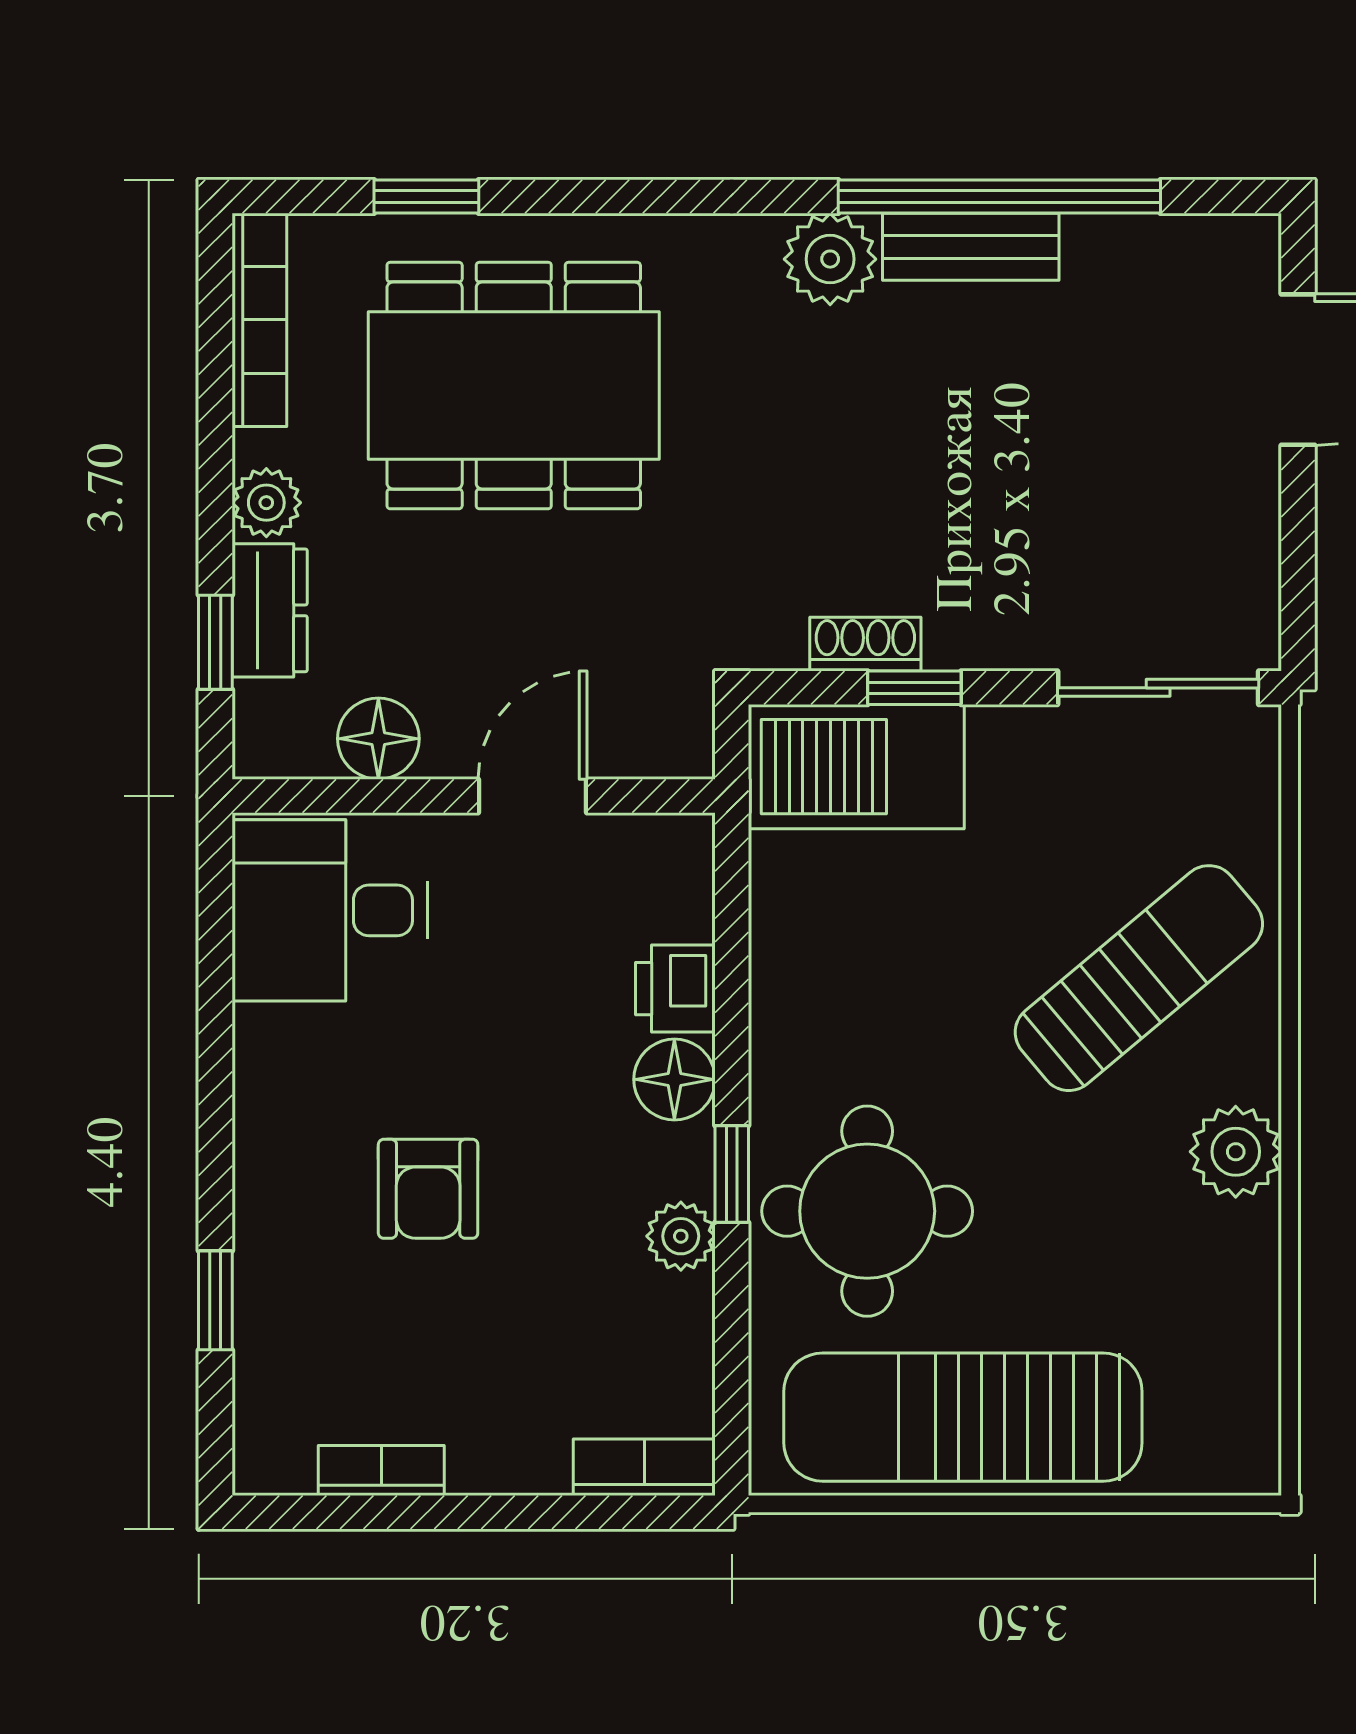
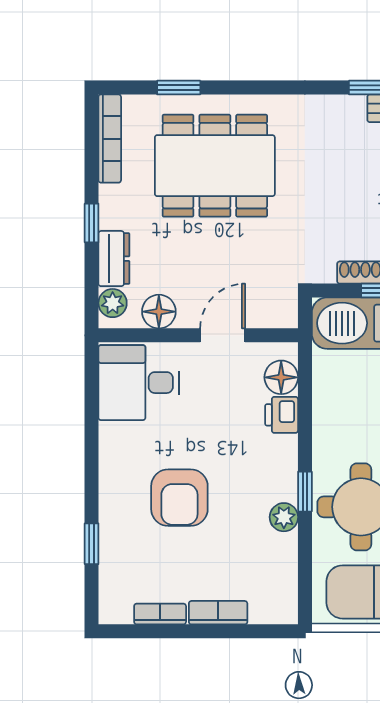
plant: (830, 259) -> (346, 113), removed
plant: (266, 503) -> (113, 303), moved
window: (215, 642) -> (92, 223), moved
floor lamp: (674, 1079) -> (281, 377), moved
armchair: (428, 1189) -> (179, 498), width x1.38, depth x1.38
bookcase: (644, 1467) -> (218, 613), moved

